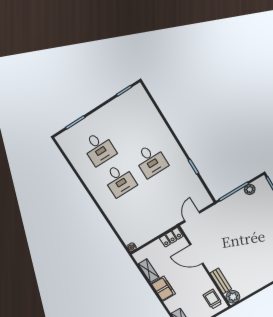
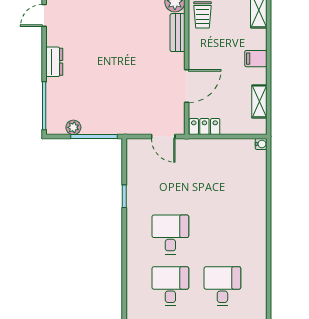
desk: (120, 180) -> (170, 286), moved
door: (192, 217) -> (163, 137), hinge flipped
door: (197, 254) -> (187, 86), hinge flipped
filing cabinet: (163, 289) -> (256, 59), width x0.50

